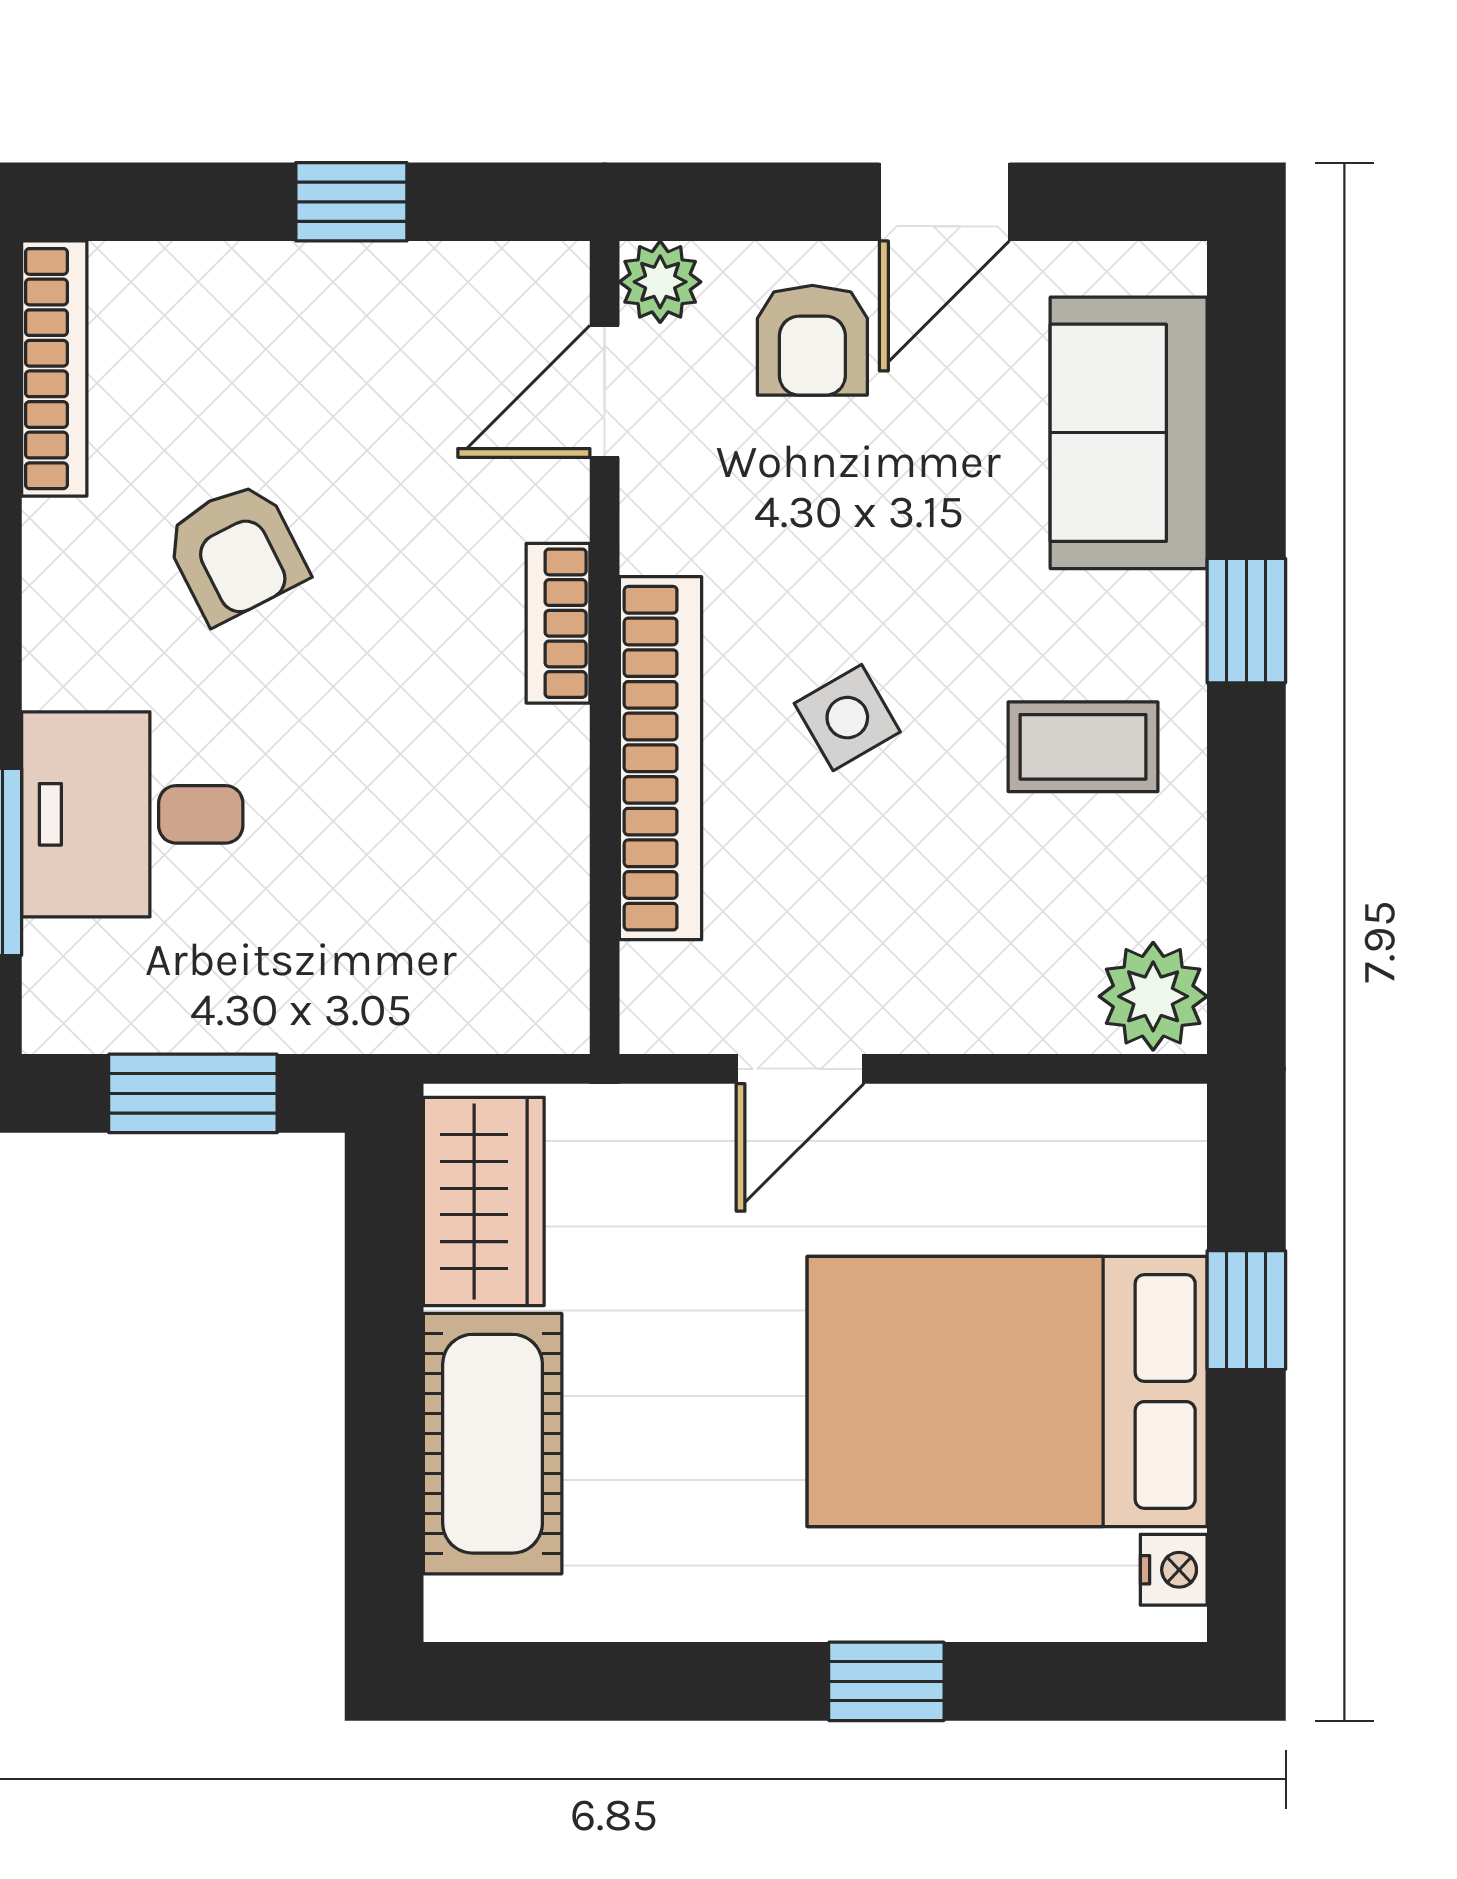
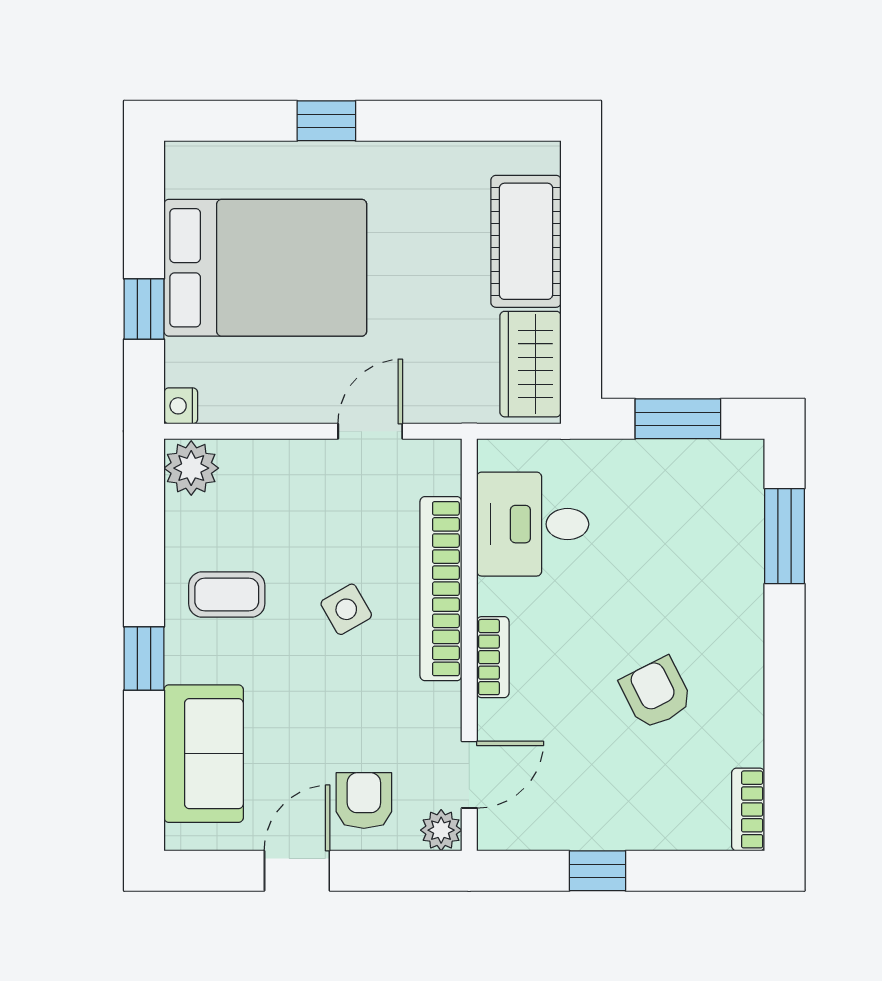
bookcase: (54, 369) -> (748, 809), width x0.64
desk: (132, 814) -> (533, 524), moved, turned 180
nightstand: (1174, 1570) -> (181, 406), moved

